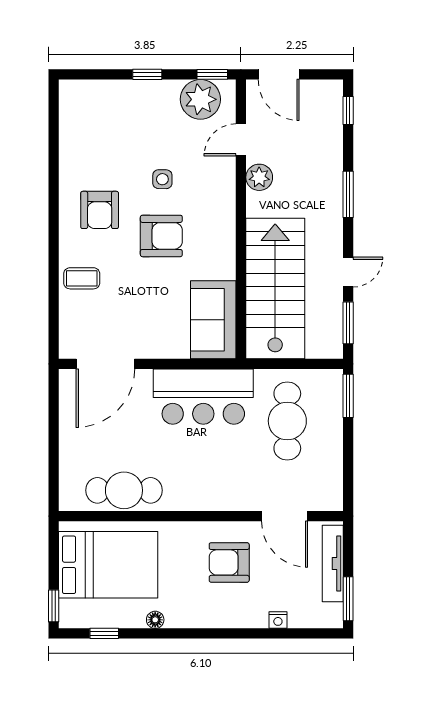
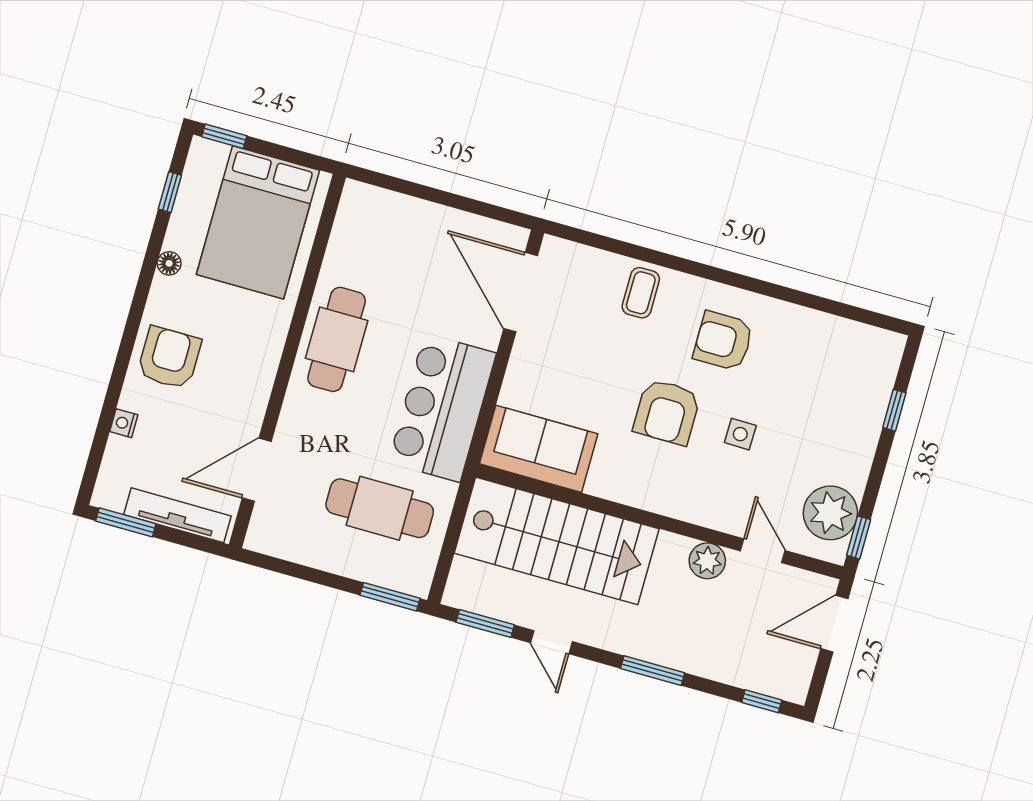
window: (147, 74) -> (894, 410), moved
cafe table: (124, 490) -> (337, 339), moved
armchair: (229, 562) -> (169, 358), moved

